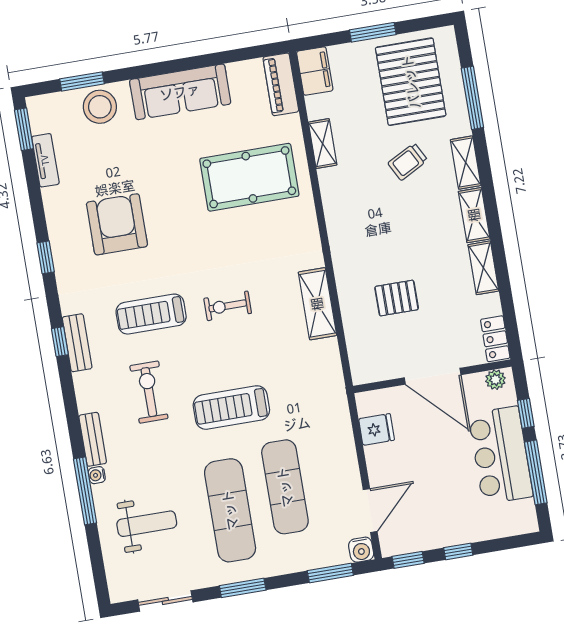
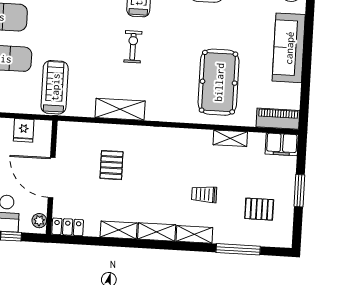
pallet: (411, 82) -> (259, 209), width x0.49, depth x0.50
trolley: (408, 162) -> (204, 194), turned -62
door: (433, 376) -> (52, 178), hinge flipped
treadmill: (231, 408) -> (55, 87), moved

